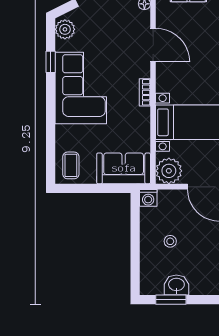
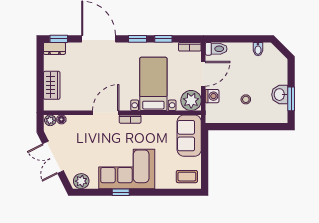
door: (153, 45) -> (106, 113), moved
window: (51, 62) -> (121, 192), moved
washing machine: (148, 198) -> (212, 96), moved

